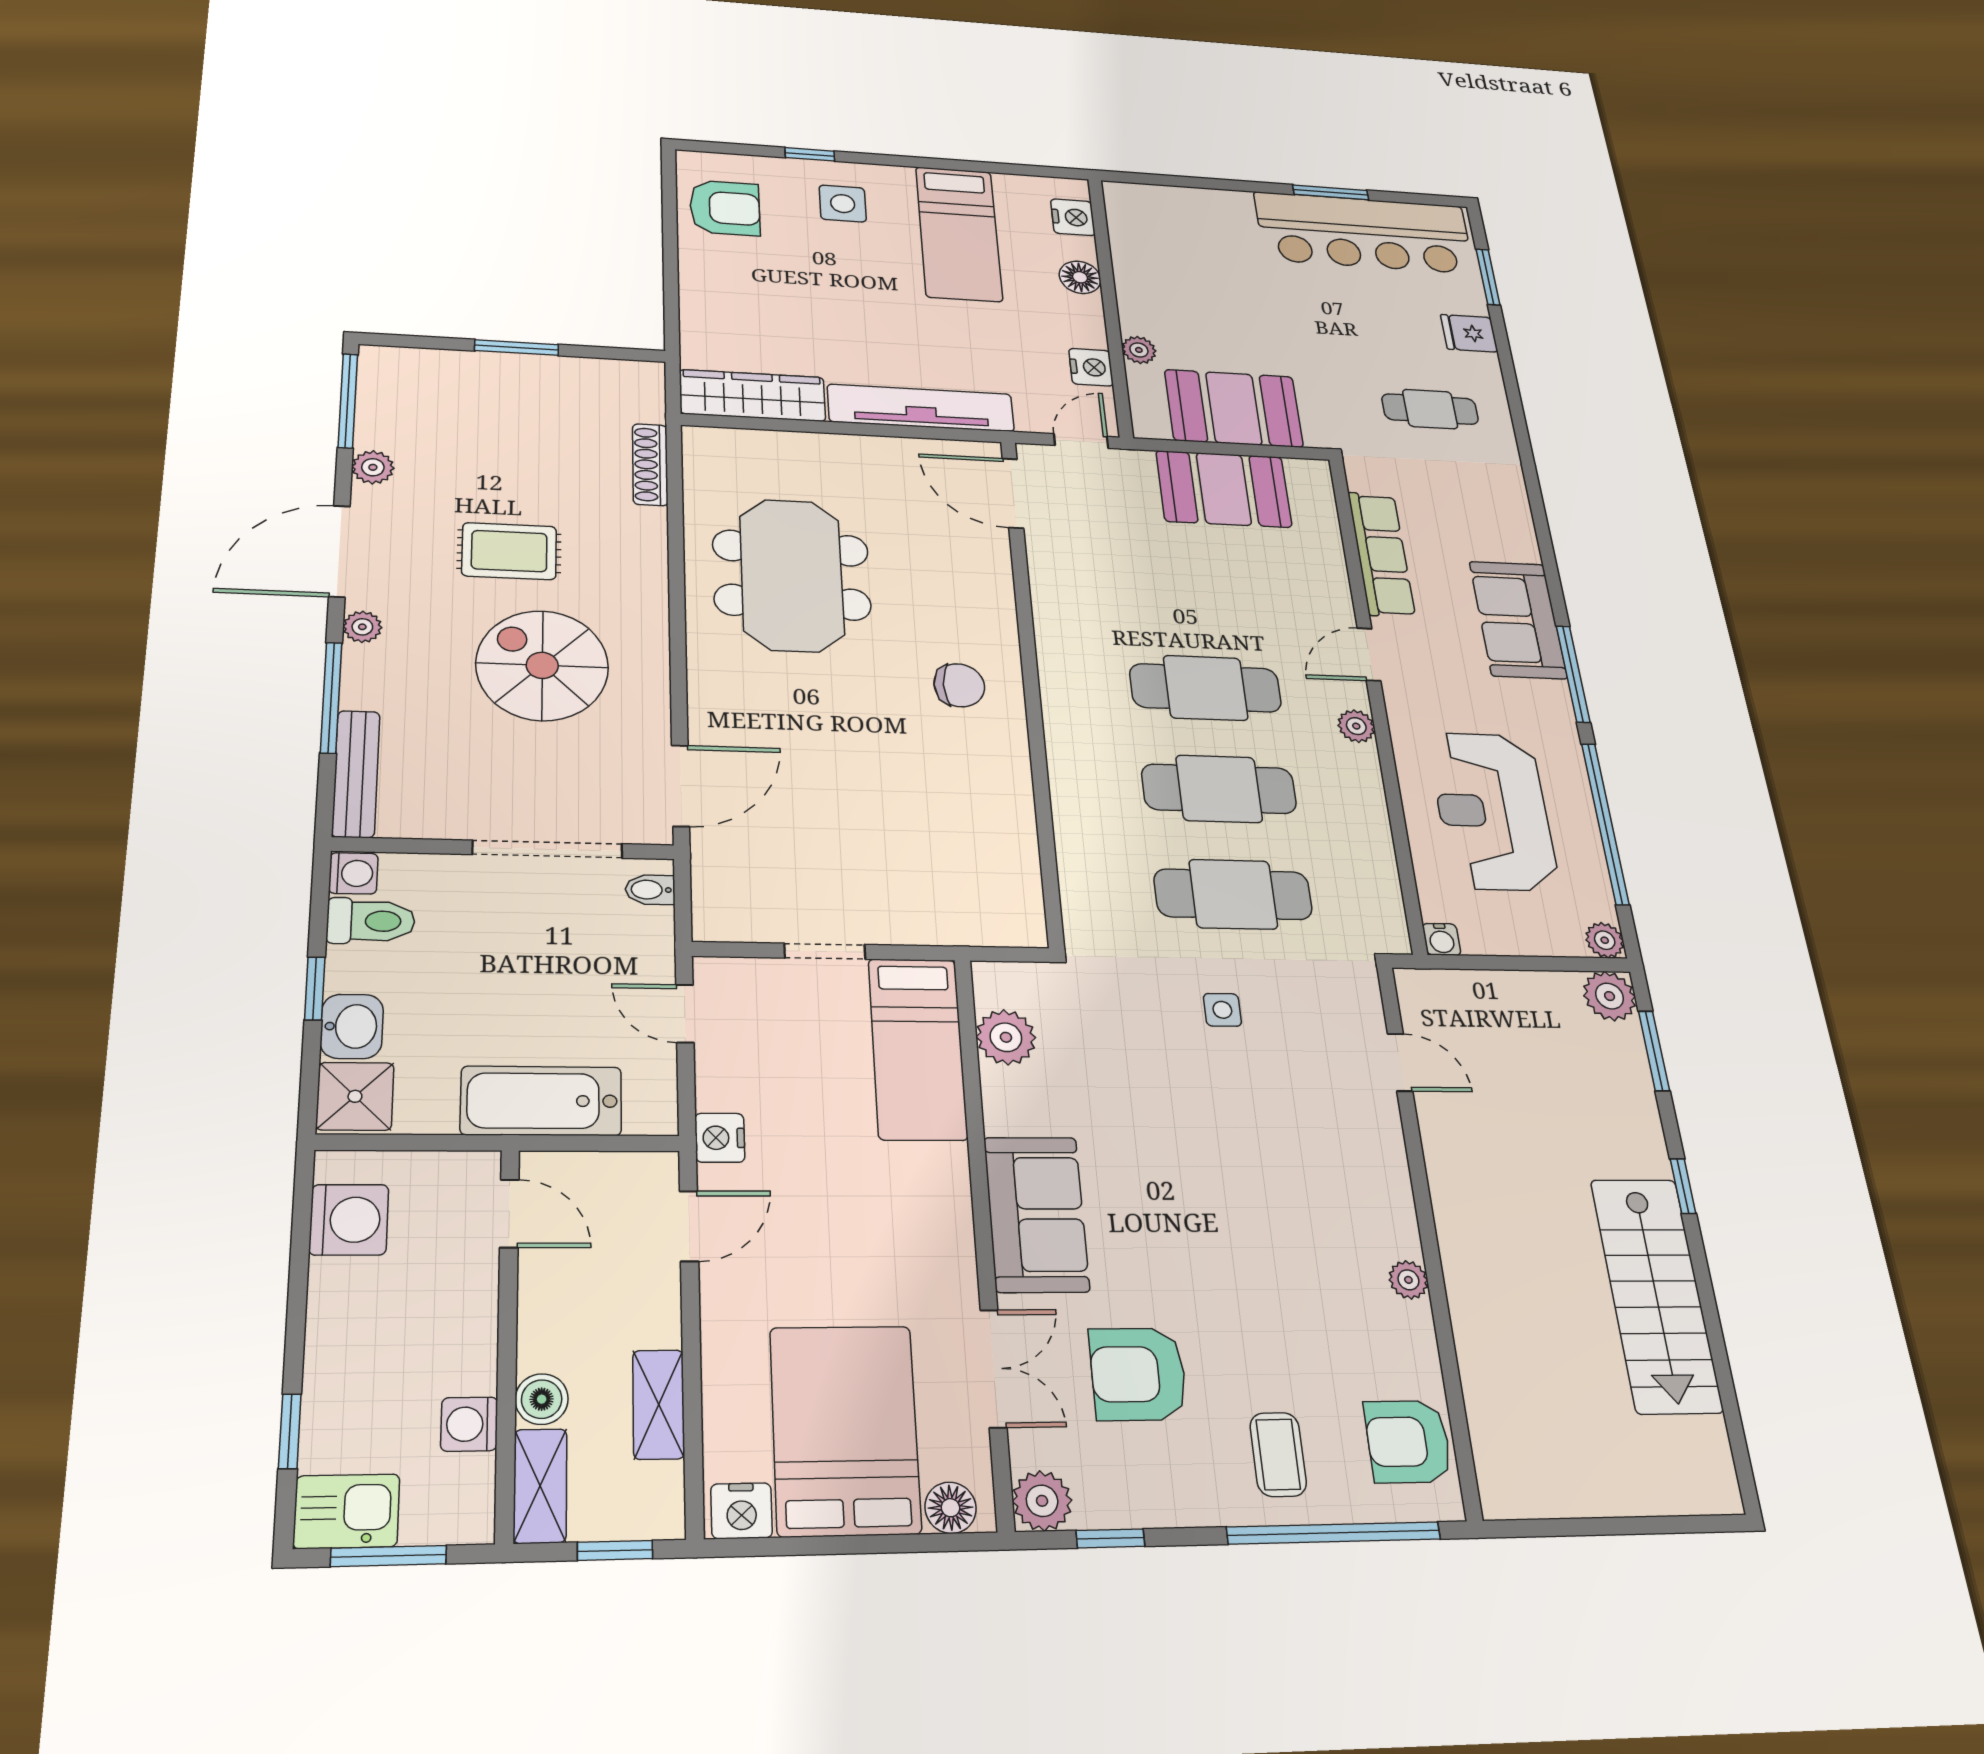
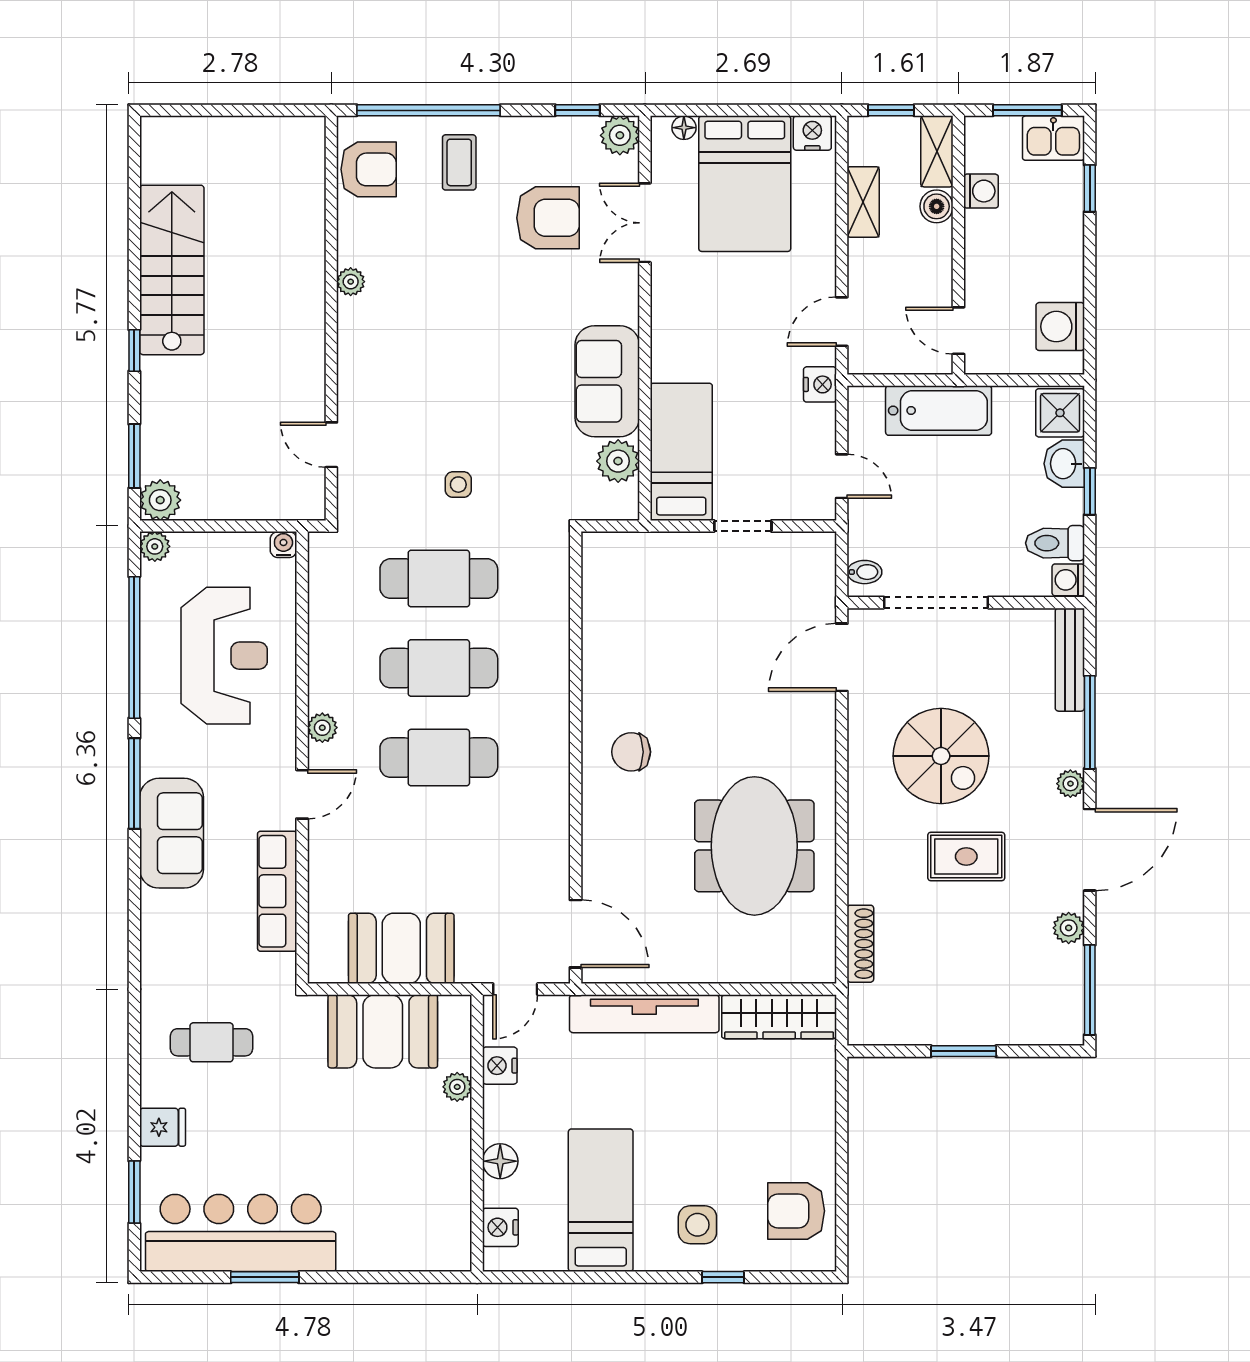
sofa: (1036, 1214) -> (607, 381), moved
floor lamp: (950, 1508) -> (684, 128), width x0.73, depth x0.73

